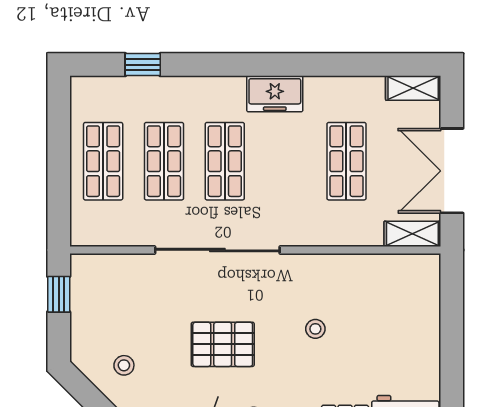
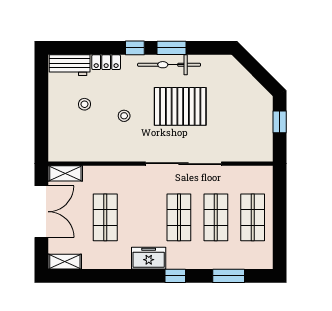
window: (143, 65) -> (229, 276), width x1.50
window: (231, 65) -> (175, 276), added
window: (59, 294) -> (280, 122), moved
pallet: (223, 344) -> (180, 106), width x1.37, depth x1.41
stool: (124, 365) -> (84, 104), moved

